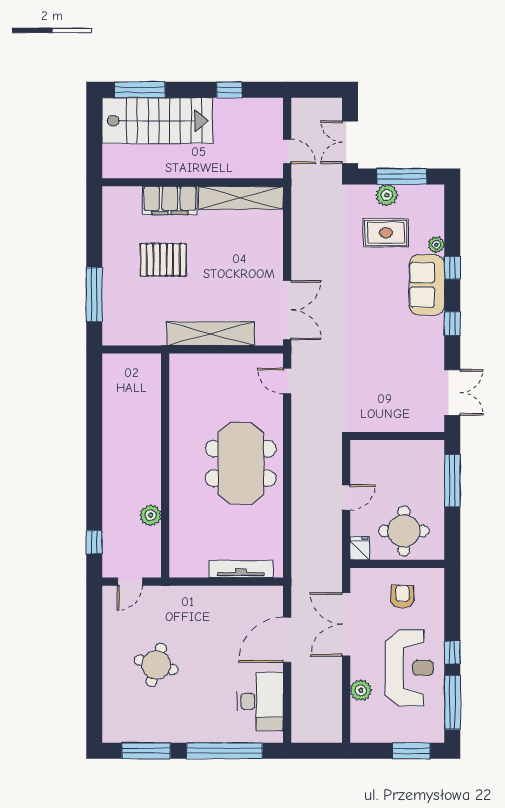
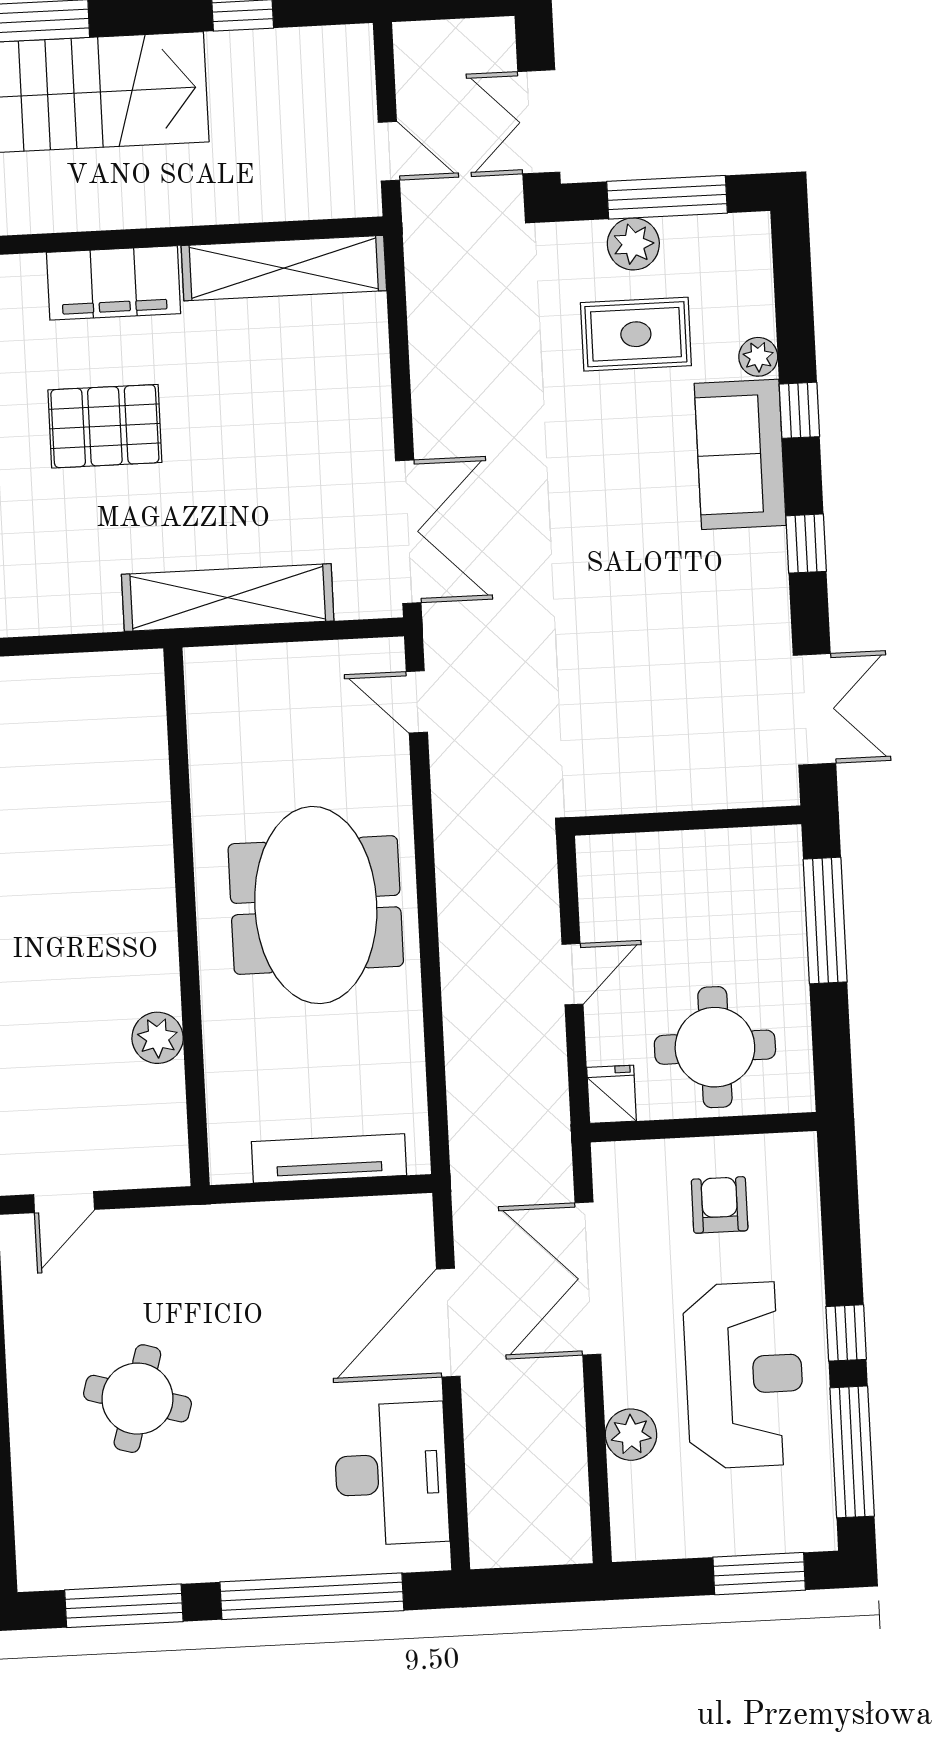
wall: (165, 466) -> (187, 917), moved
plant: (151, 515) -> (158, 1038), moved

